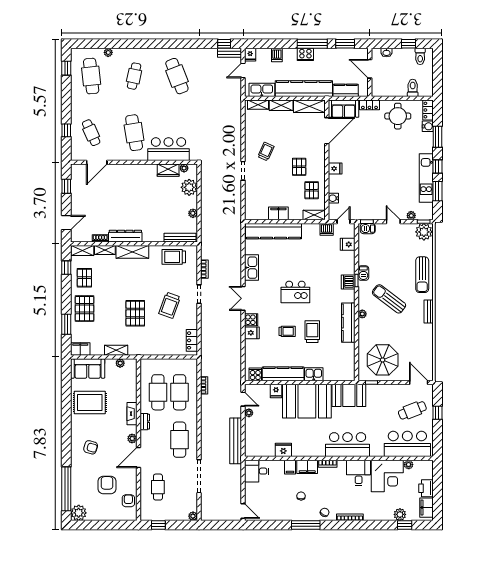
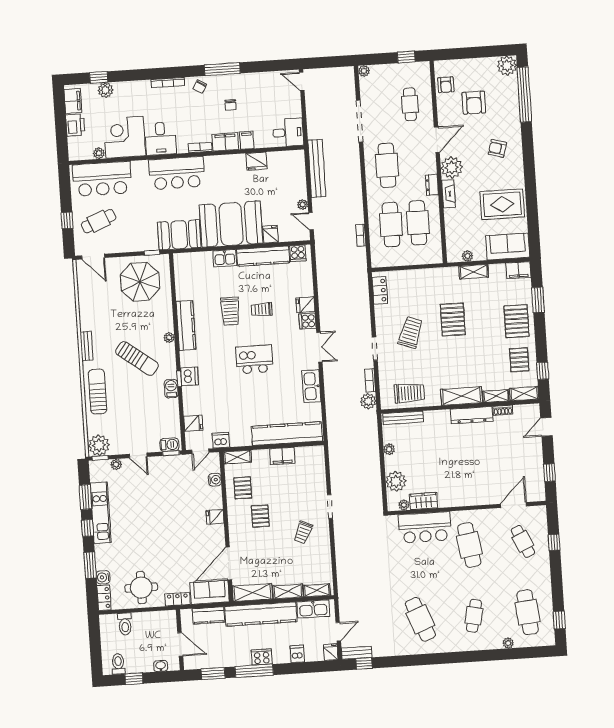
plant: (207, 253) -> (368, 401), added
plant: (132, 439) -> (452, 168), width x1.87, depth x1.87

